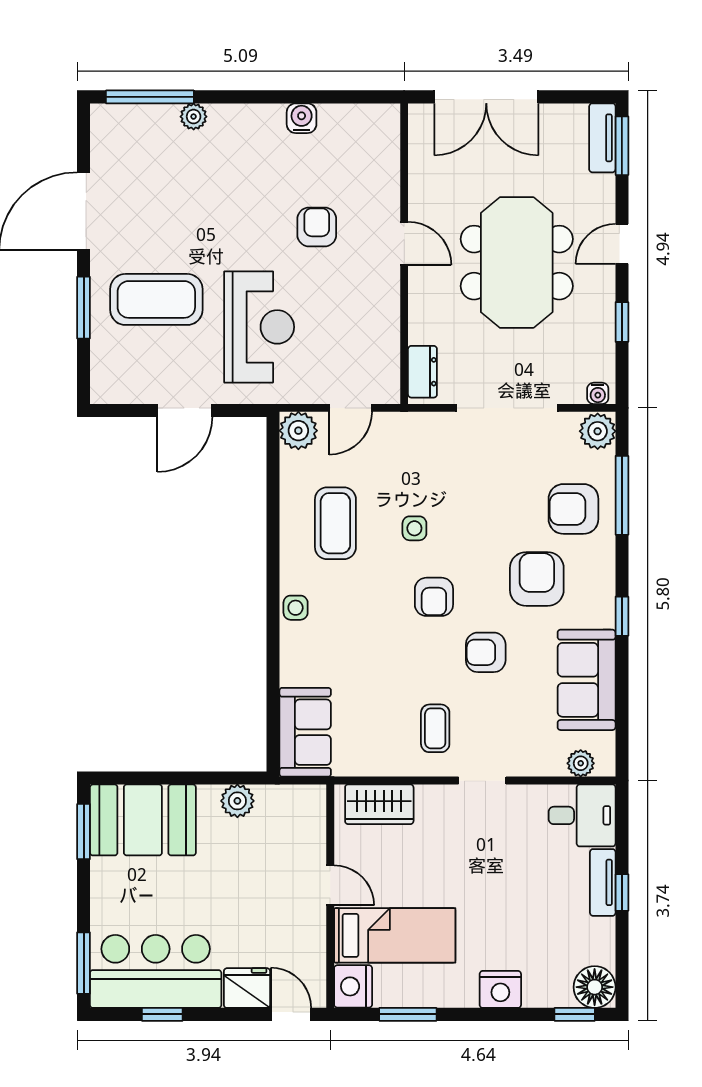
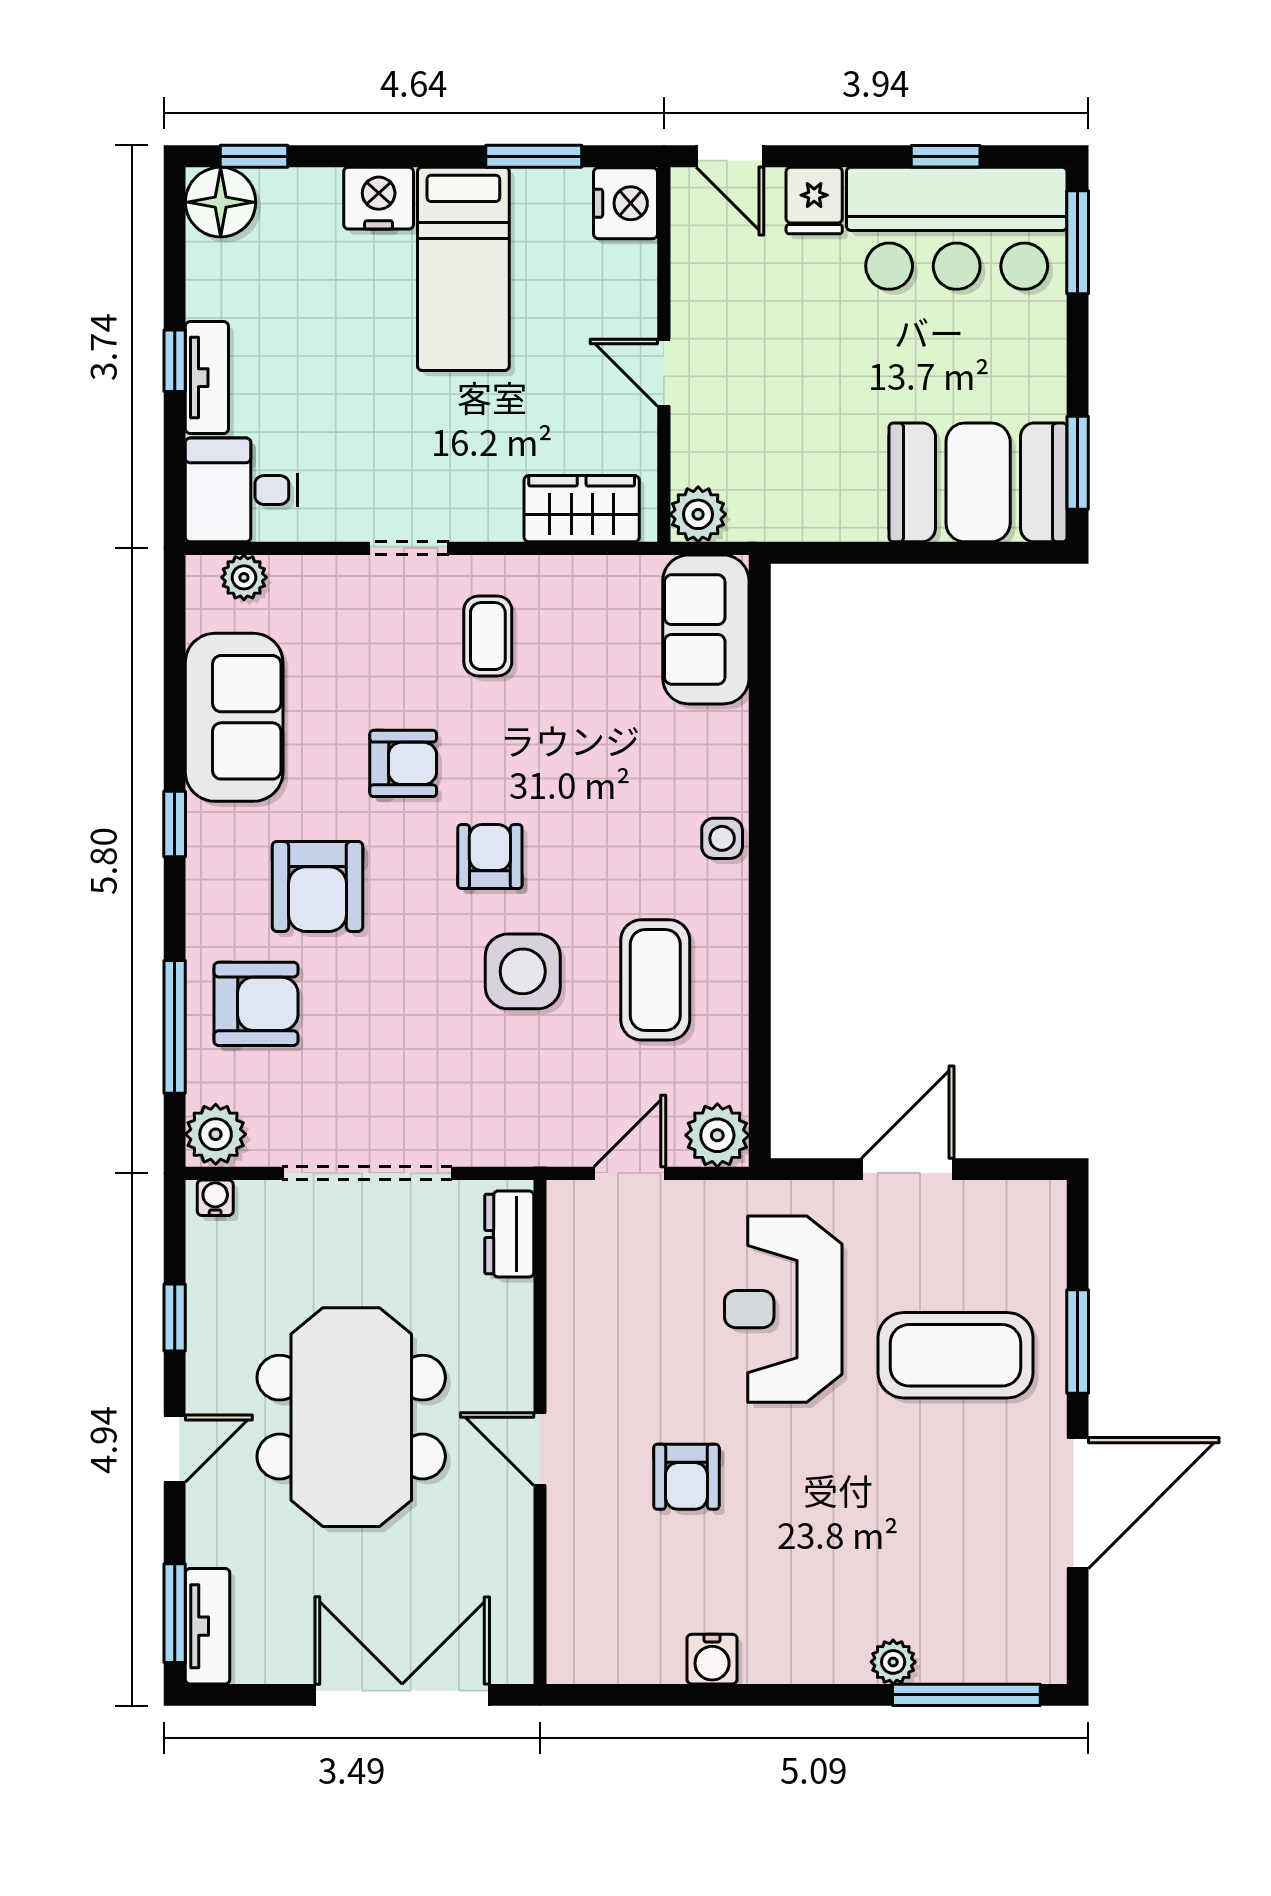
side table: (414, 528) -> (523, 971), width x1.87, depth x1.87
plant: (237, 801) -> (698, 514), moved
bed: (395, 935) -> (463, 269), moved, turned -90
fridge: (247, 988) -> (814, 200), width x0.72

